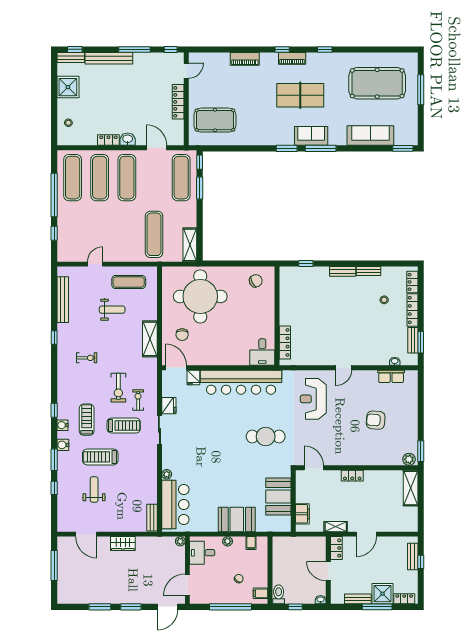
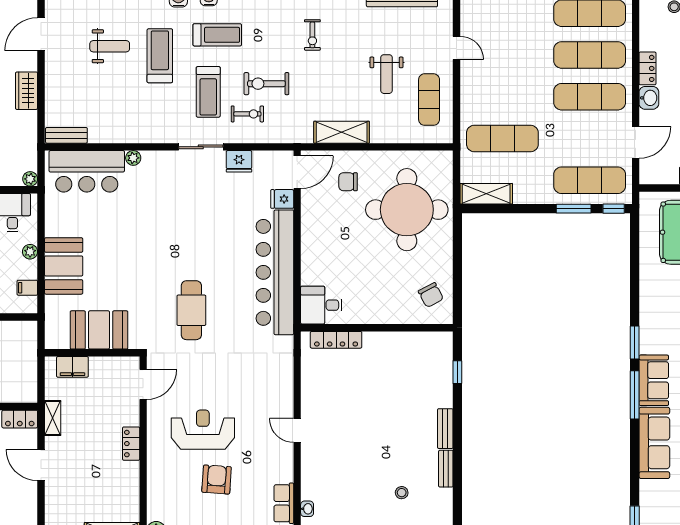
sofa: (370, 136) -> (654, 443), moved
reception desk: (313, 399) -> (203, 430), moved

